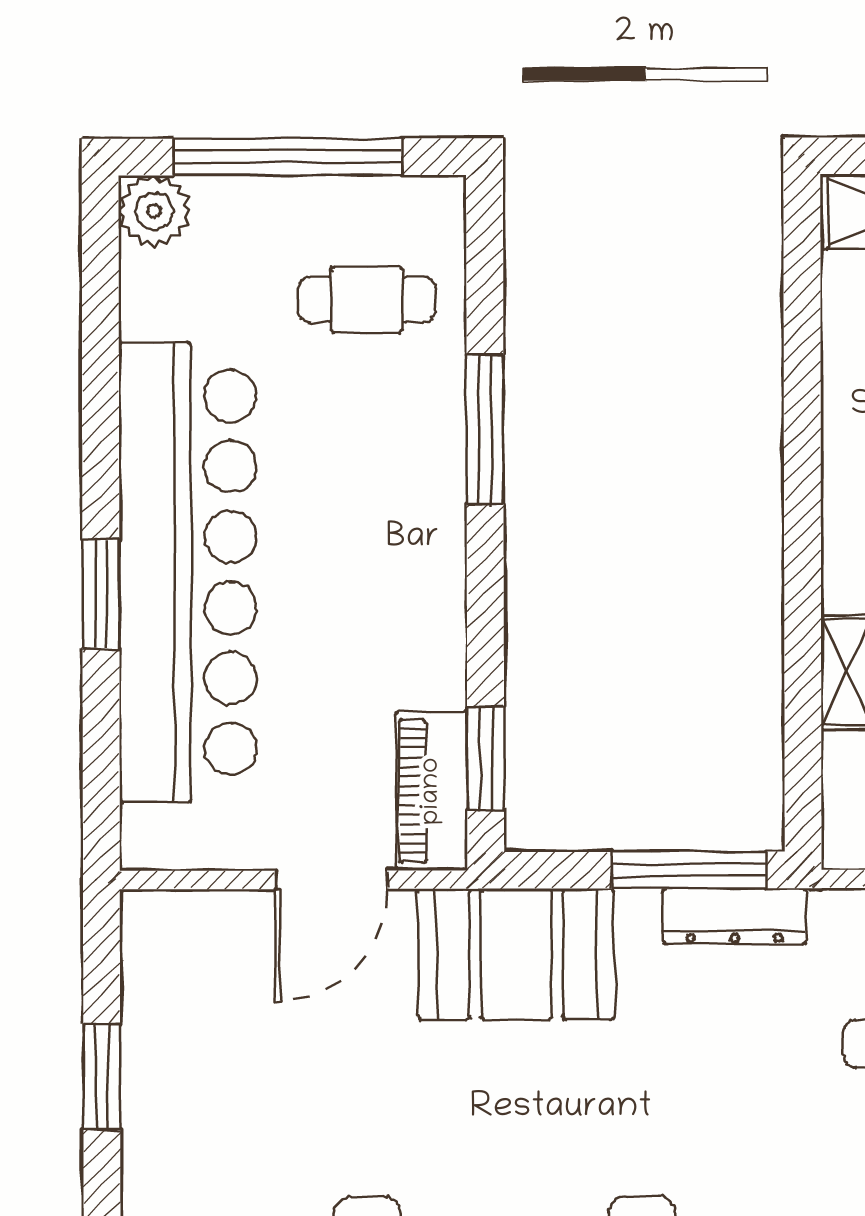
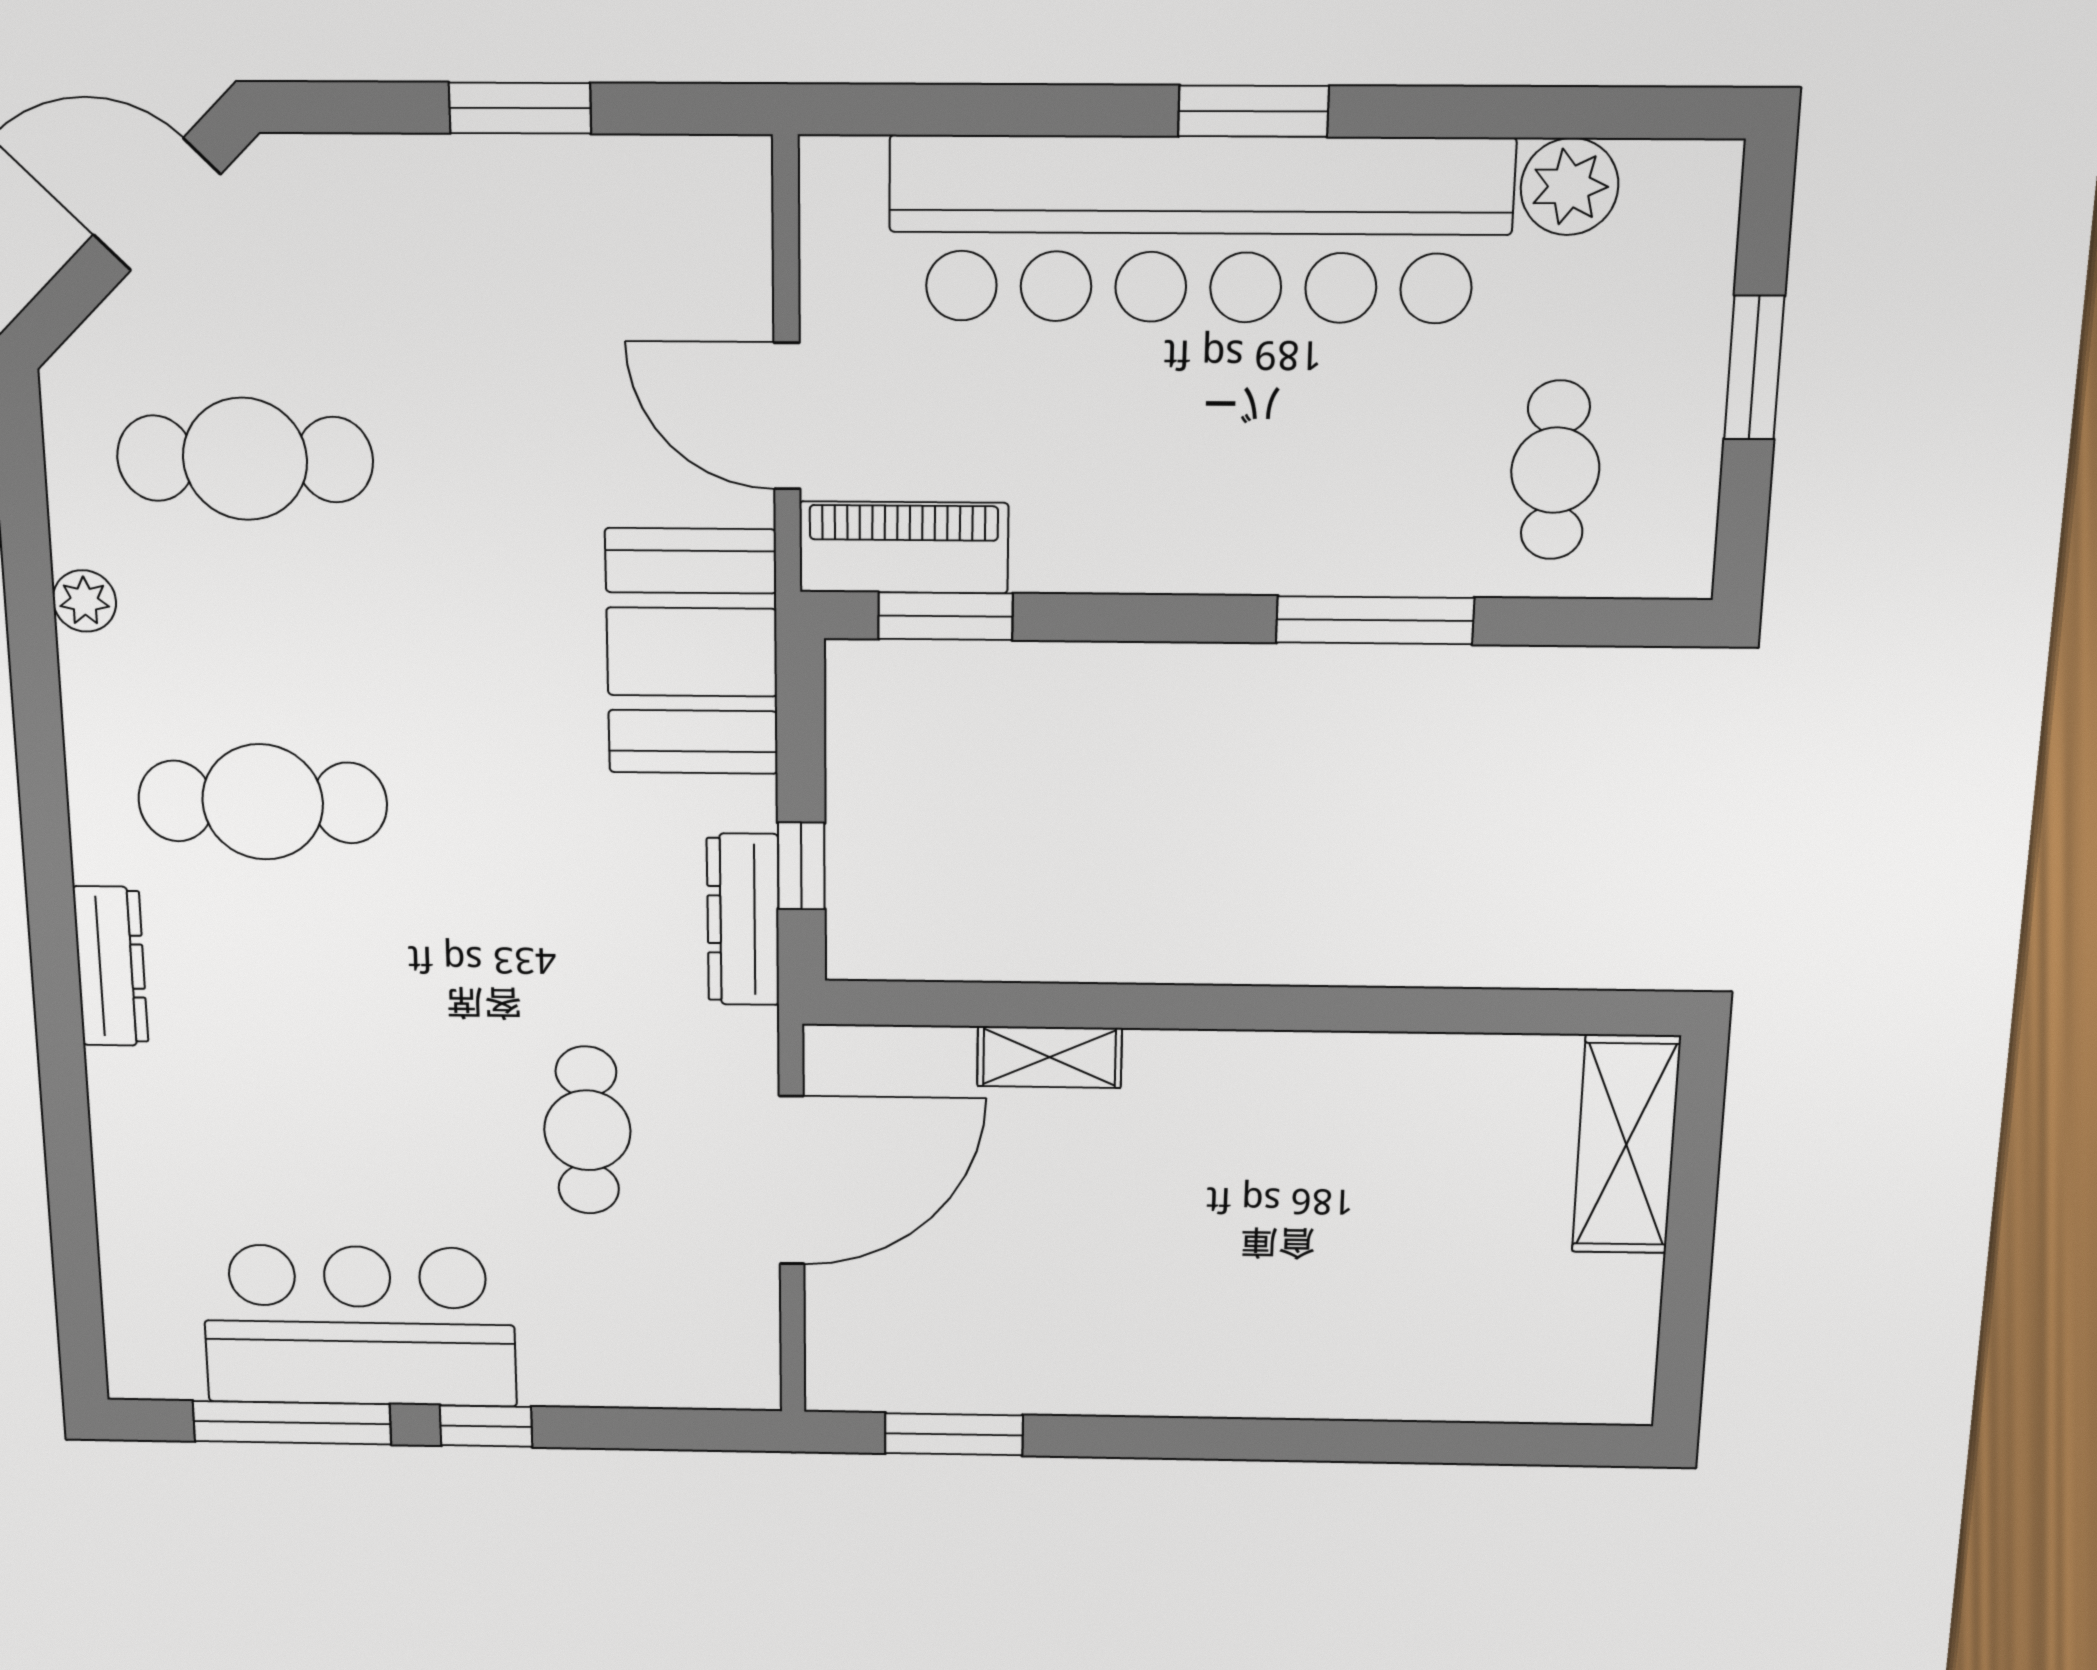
window: (288, 157) -> (1754, 368), width x0.47
plant: (154, 211) -> (1569, 187), moved
window: (101, 594) -> (1253, 111), moved
window: (689, 870) -> (801, 866), width x0.46

